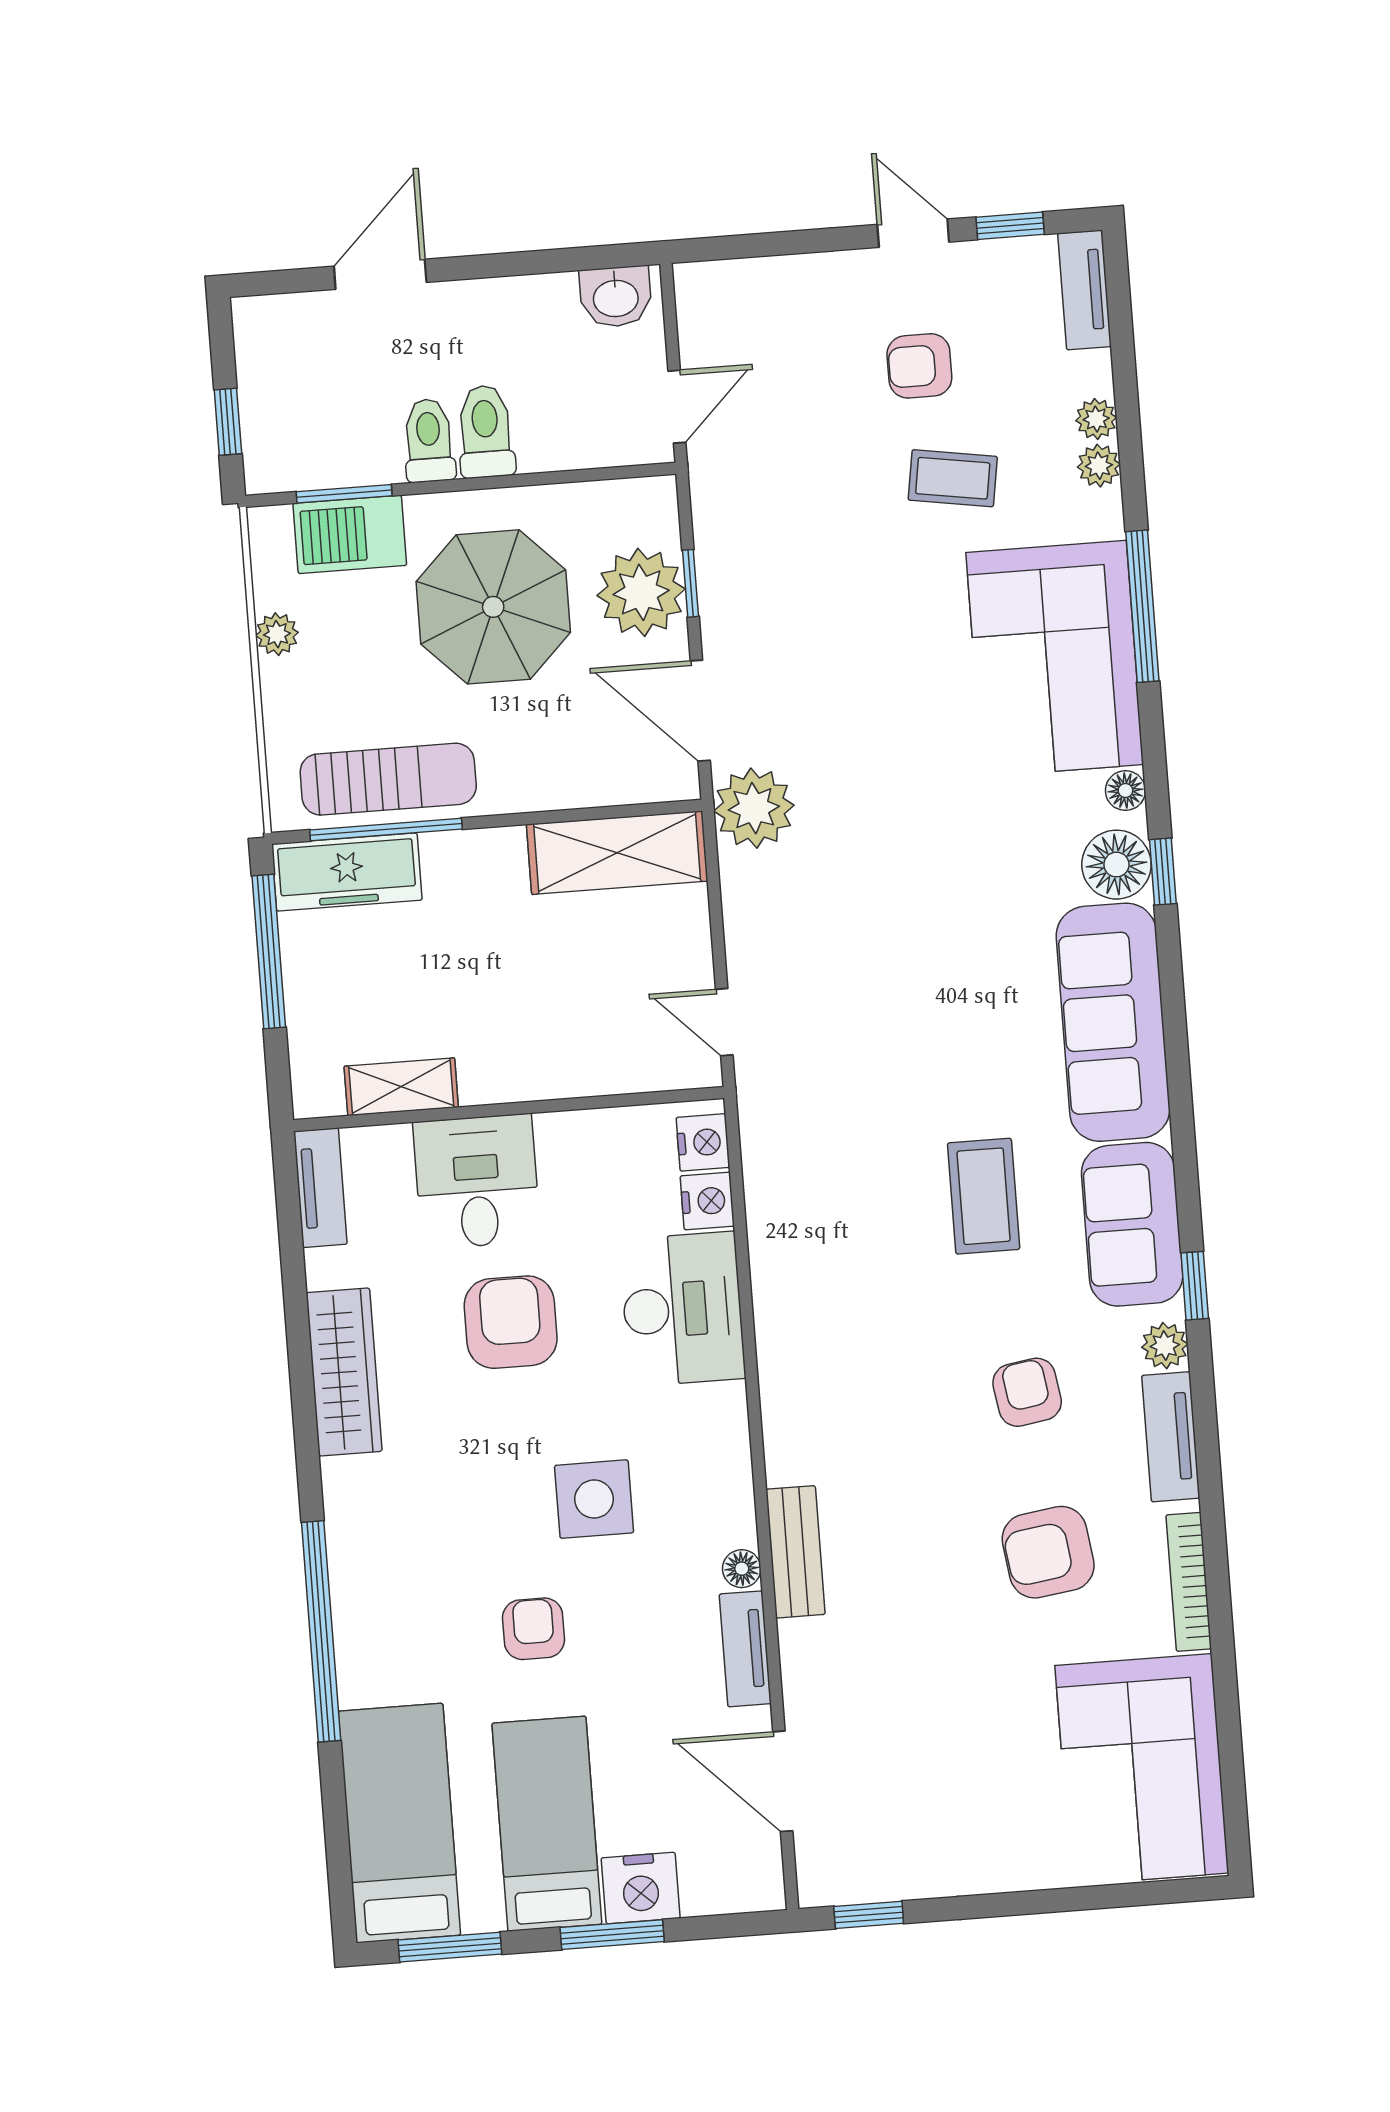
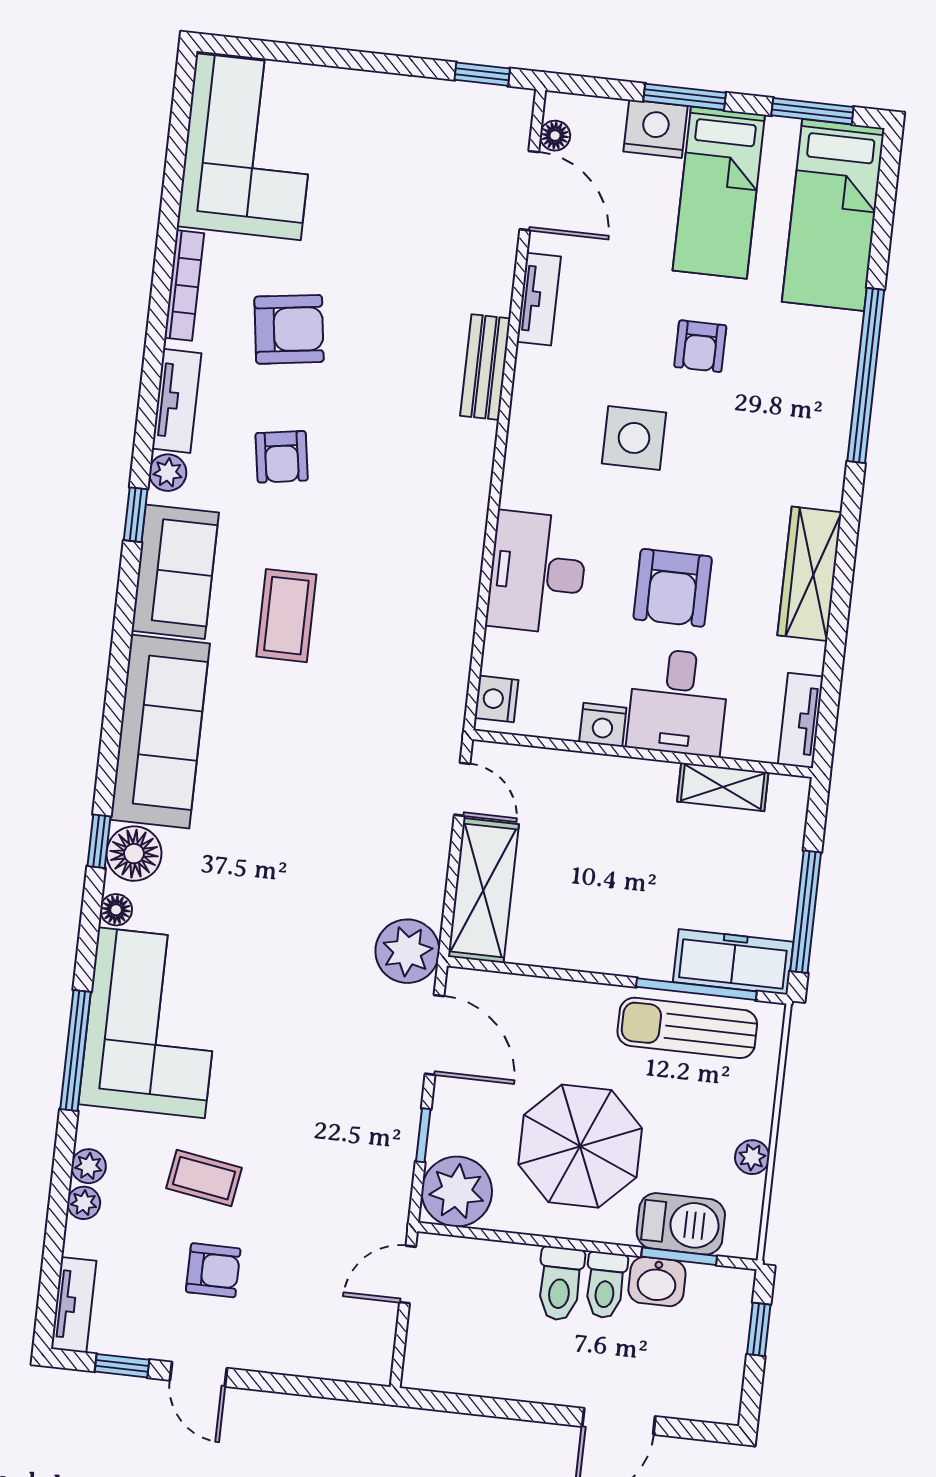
washbasin: (616, 297) -> (657, 1282), moved, turned 180
plant: (641, 592) -> (457, 1192), moved
shelving: (617, 853) -> (483, 890), moved, turned 90
nightstand: (707, 1201) -> (603, 725), moved, turned -90
floor lamp: (742, 1569) -> (555, 136), moved

